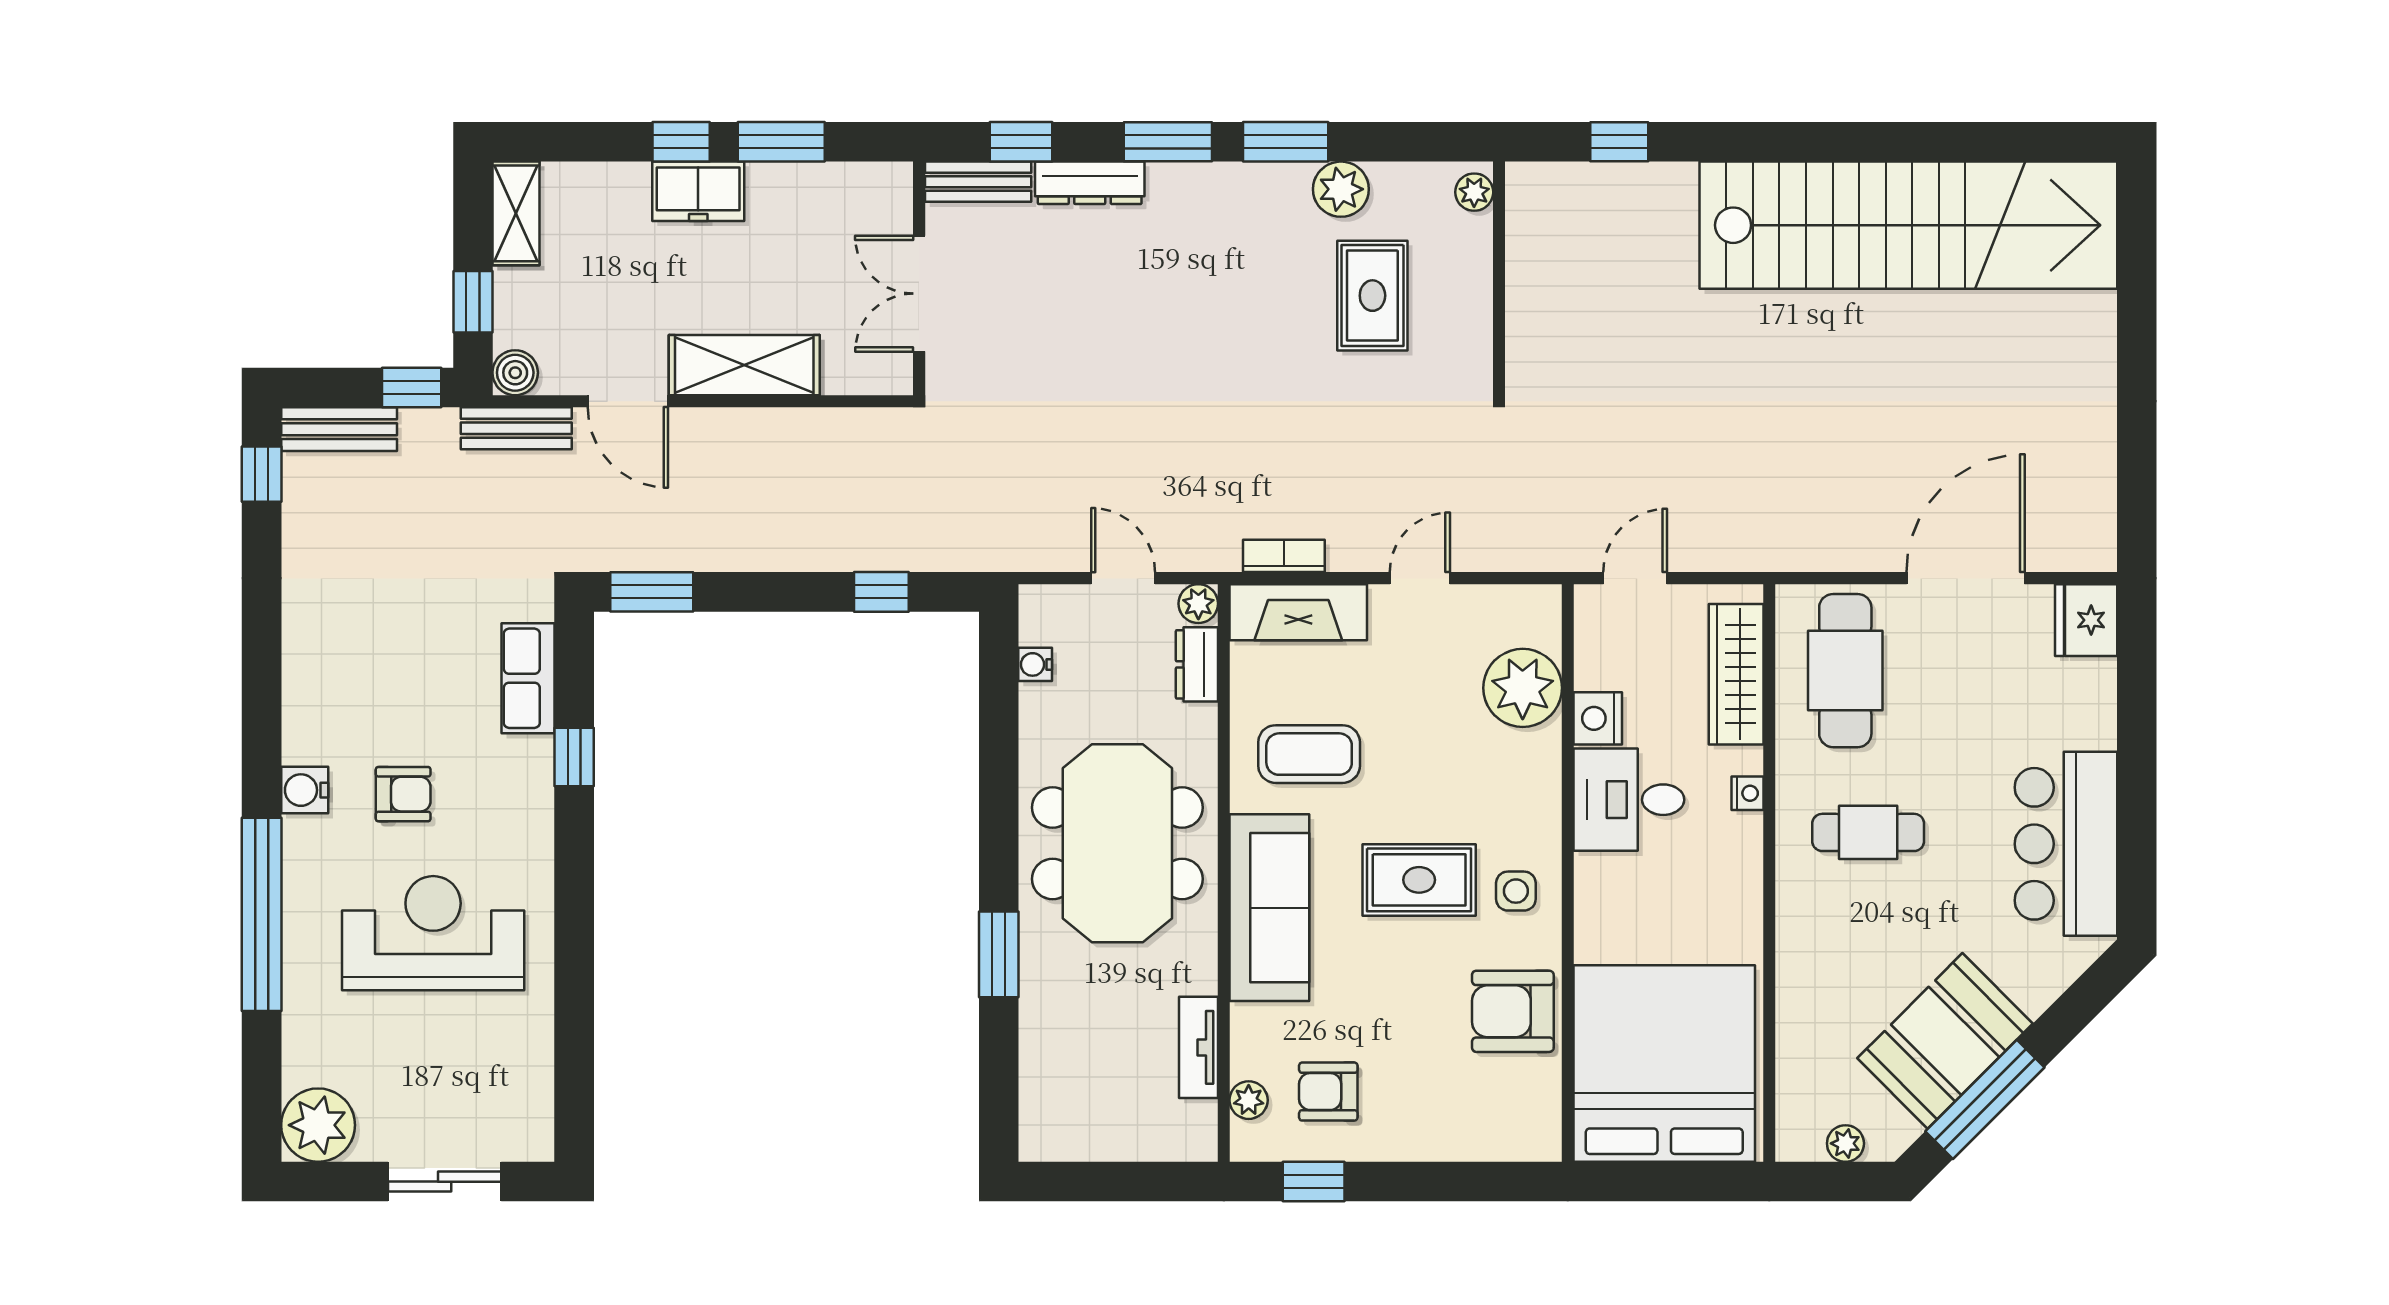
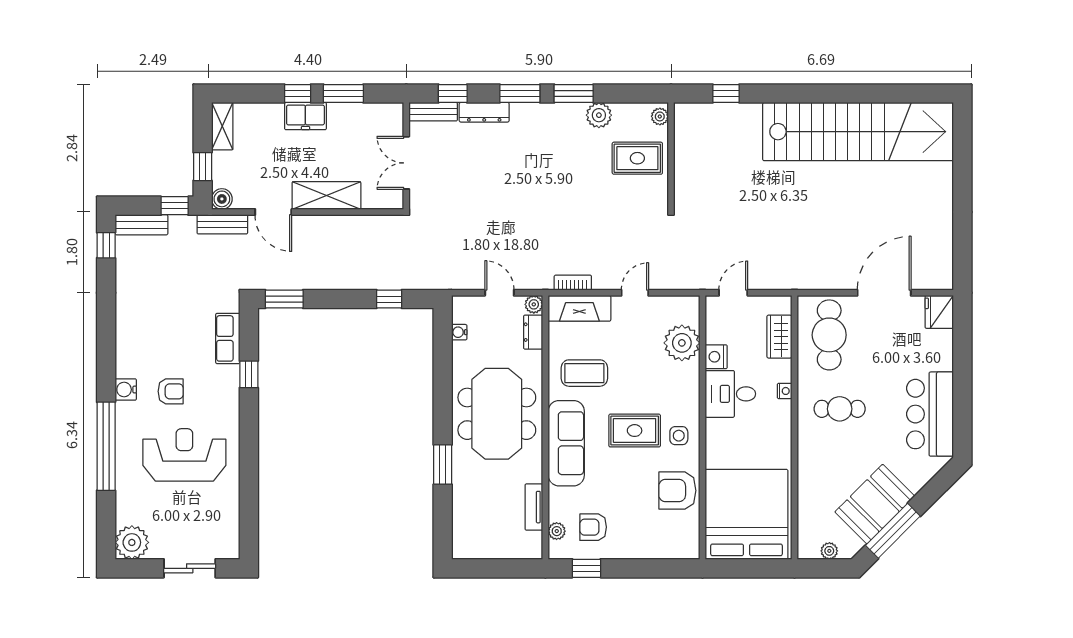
rug: (1372, 296) -> (637, 158), moved, turned 90
wardrobe: (1736, 674) -> (779, 337), width x0.67

